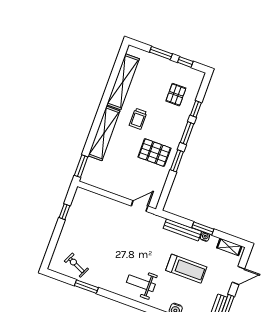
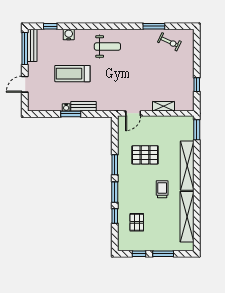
pallet: (154, 153) -> (145, 155), moved
bench: (182, 230) -> (84, 106), width x0.73
shelving: (229, 247) -> (163, 106), moved

